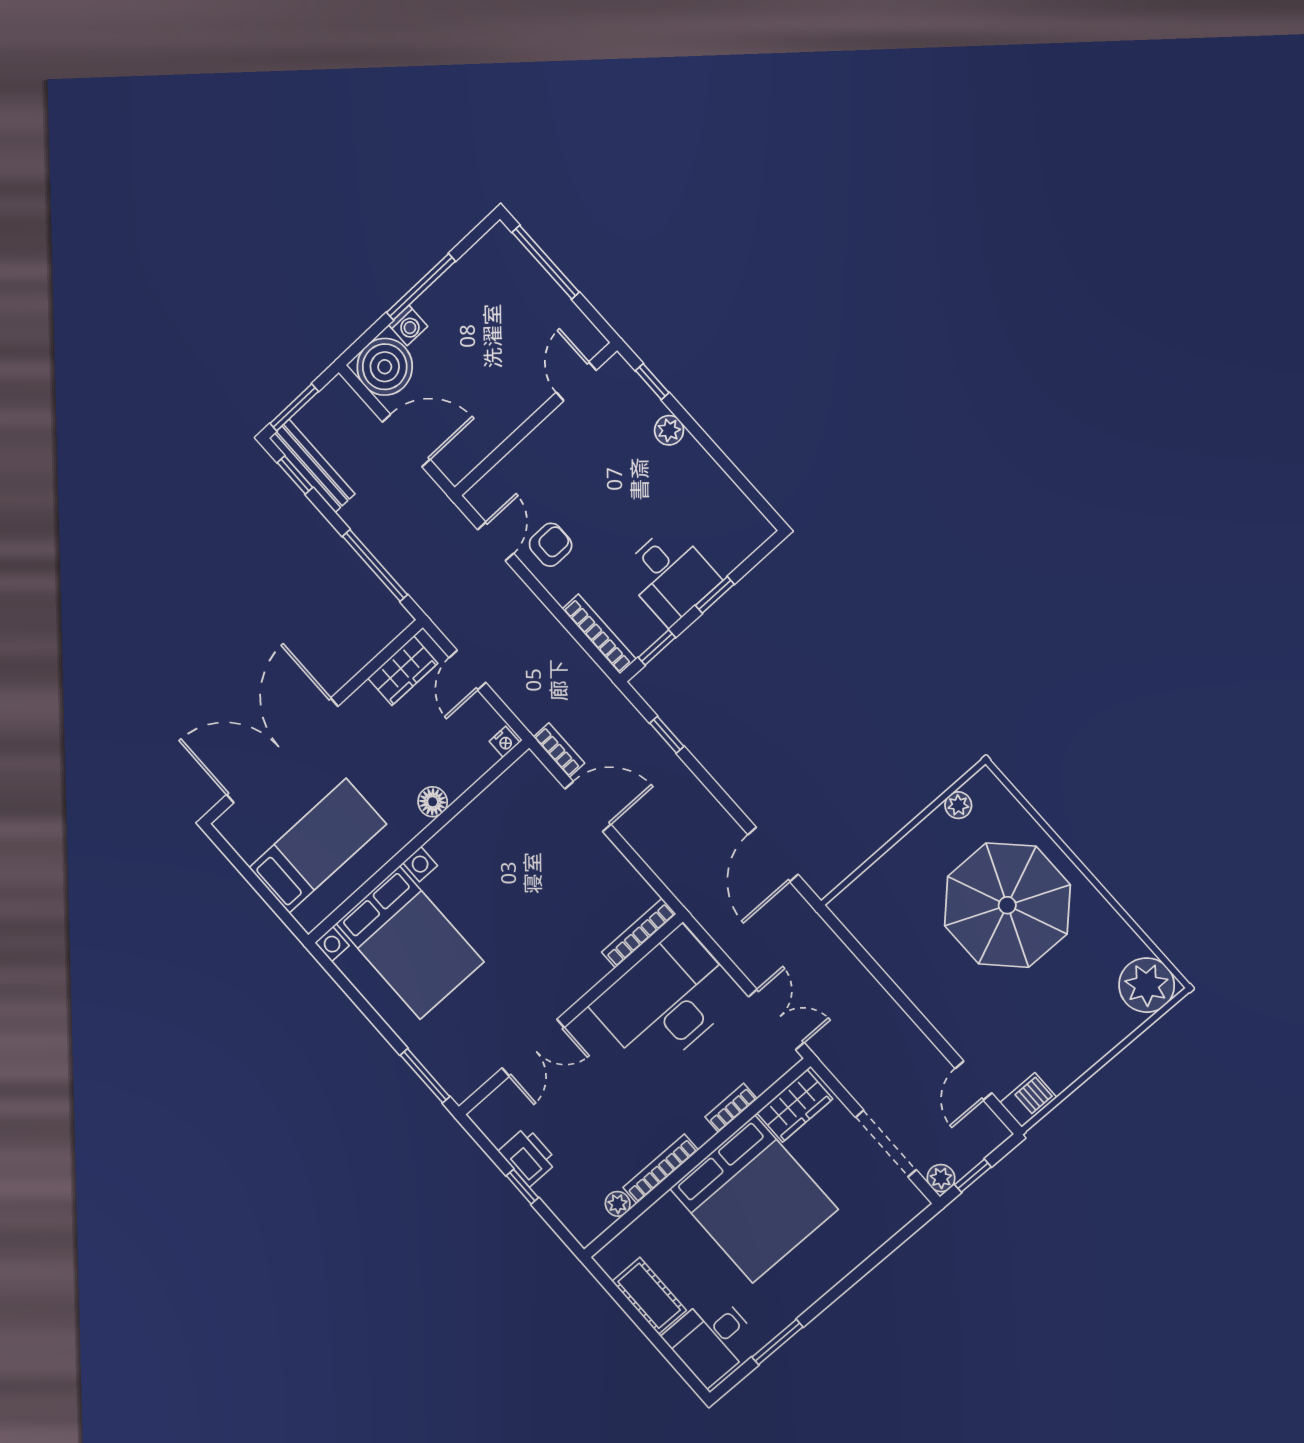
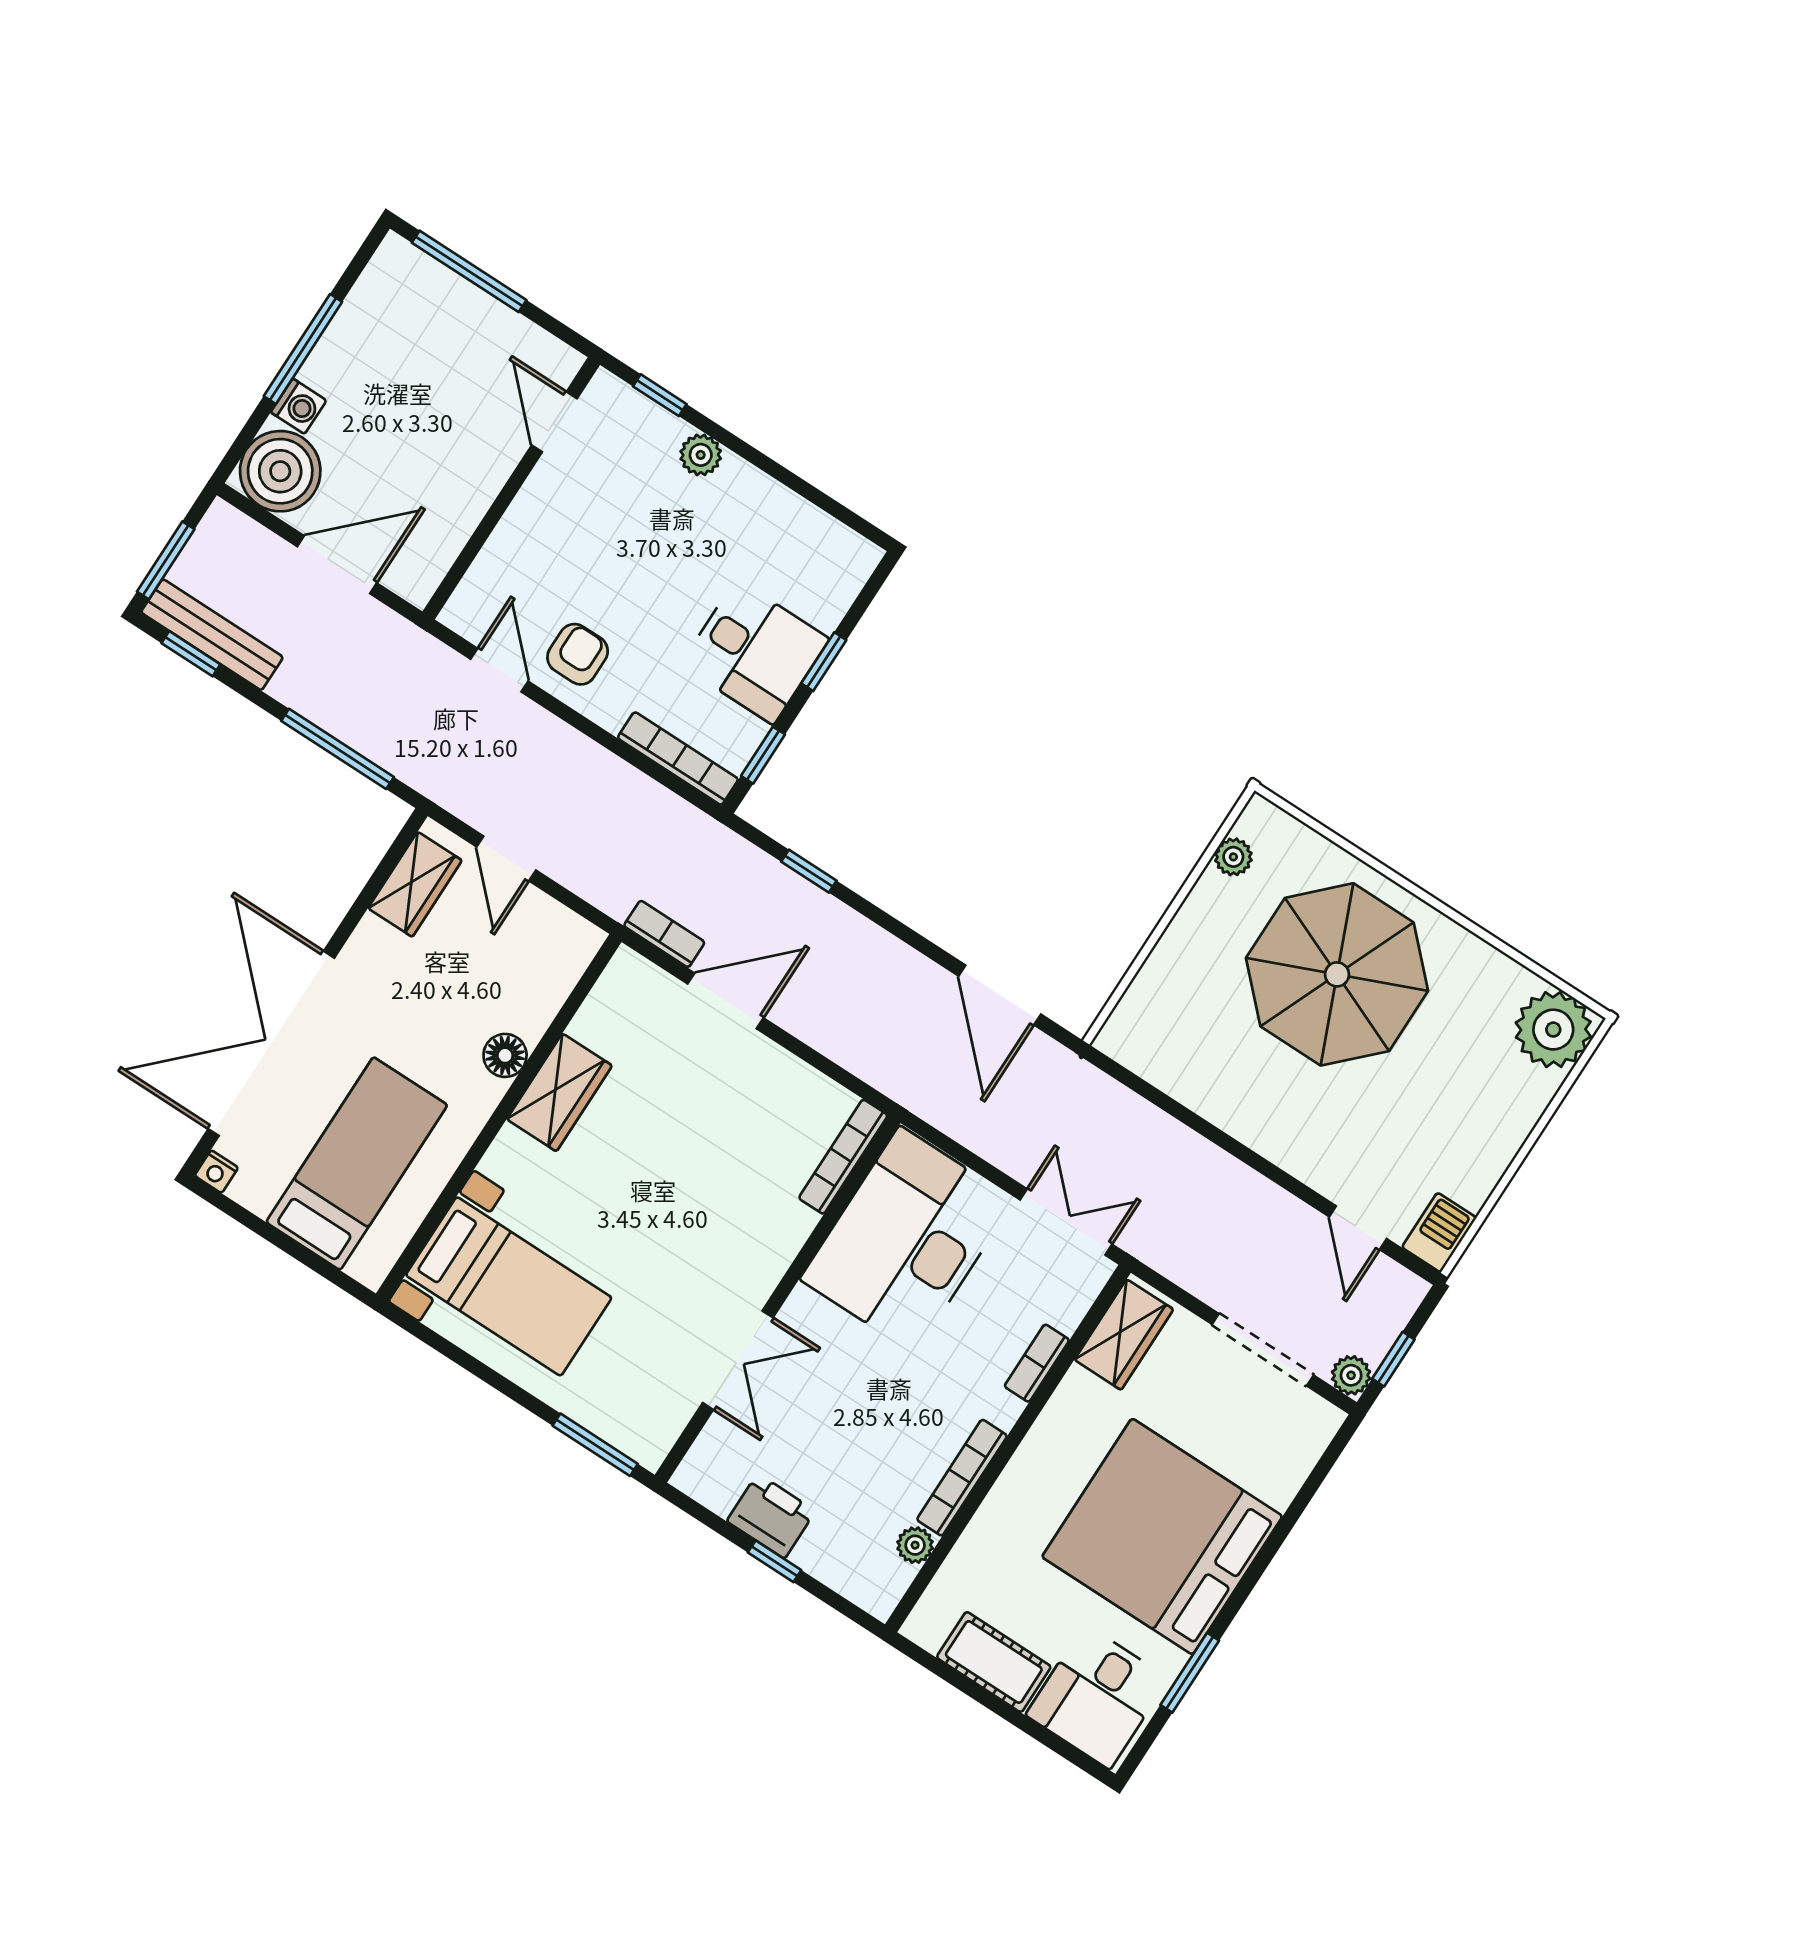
nightstand: (505, 742) -> (216, 1172), moved, turned 90
wardrobe: (462, 837) -> (559, 1092), added
bed with nightstands: (410, 943) -> (509, 1286), width x0.73
bed: (754, 1199) -> (1162, 1537), moved, turned 180

